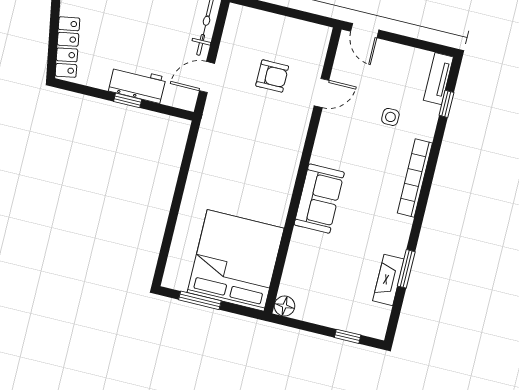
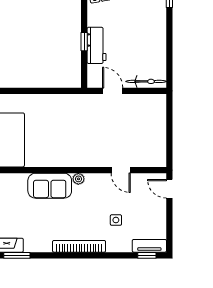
door: (365, 31) -> (169, 189), hinge flipped
armchair: (272, 76) -> (124, 134), removed
window: (446, 104) -> (147, 255), moved
plant: (319, 156) -> (78, 179), added

